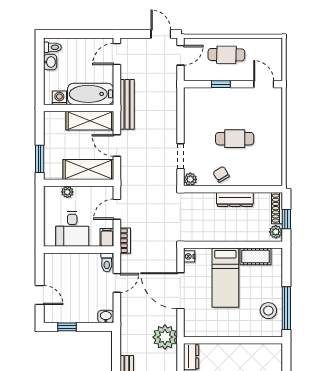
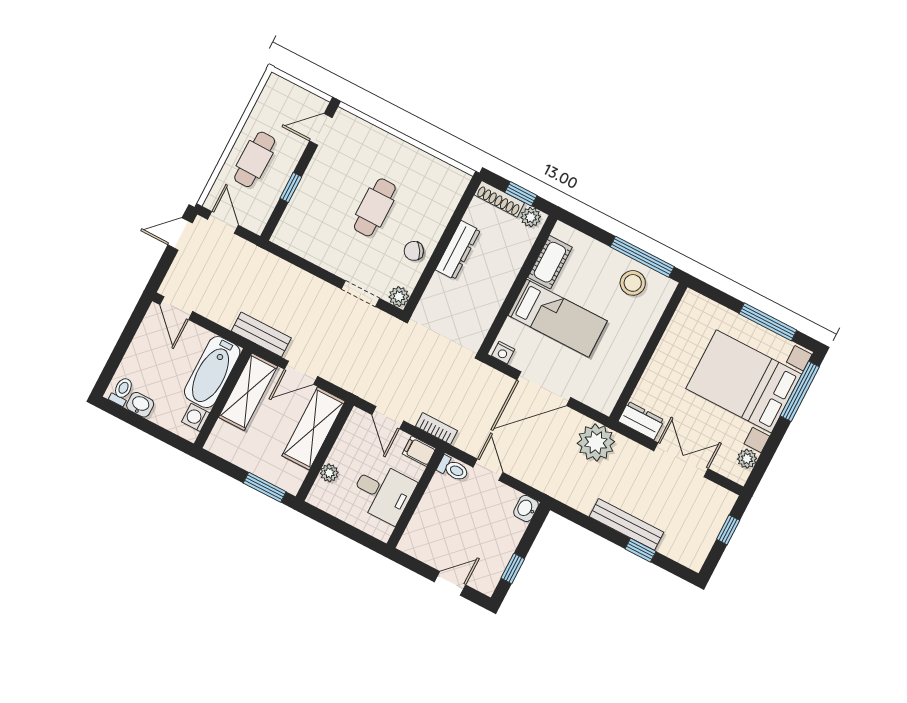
bench: (127, 104) -> (261, 335), width x0.73

